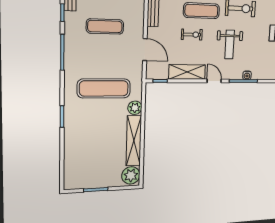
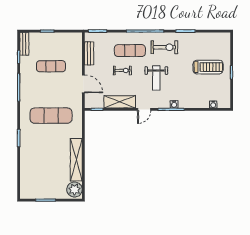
door: (214, 81) -> (144, 109), swing flipped
plant: (135, 108) -> (76, 132), removed

